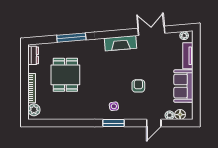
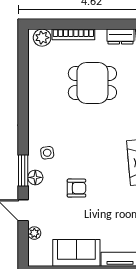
floor lamp: (180, 115) -> (35, 177), moved
window: (113, 123) -> (23, 170), moved

